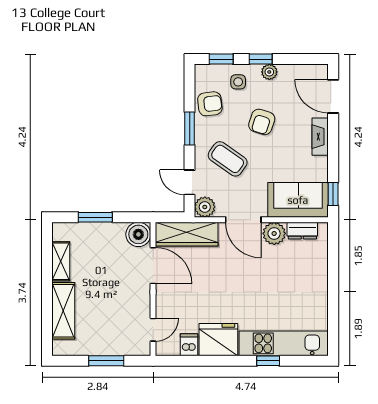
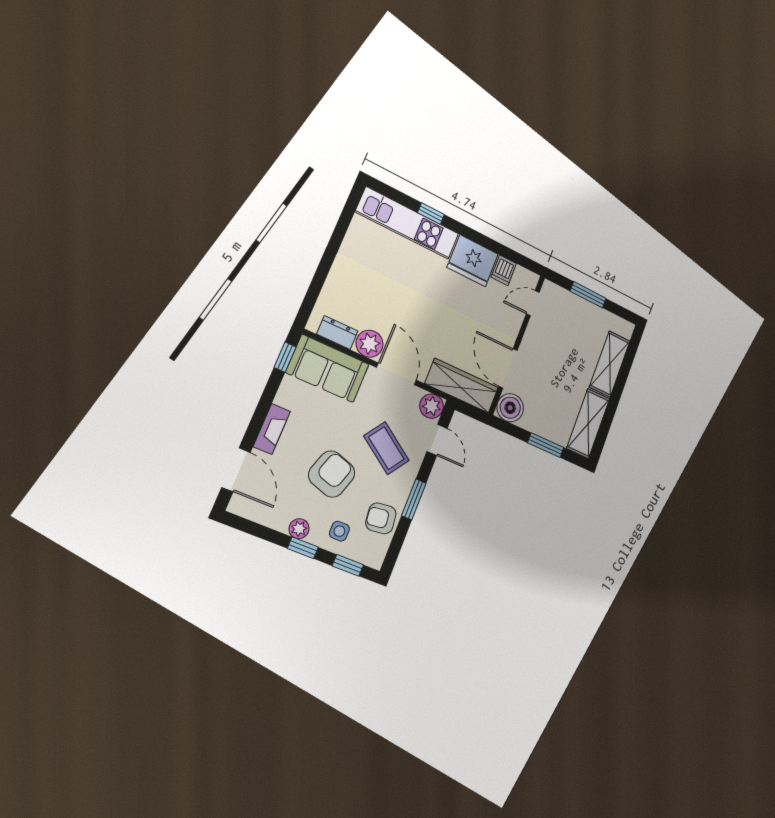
armchair: (262, 122) -> (332, 474), width x1.38, depth x1.38
shelving: (61, 261) -> (588, 423), width x1.50, depth x1.33

